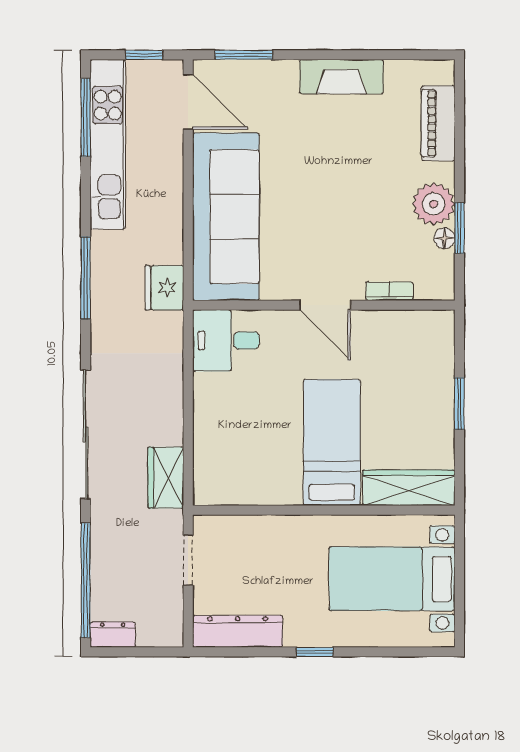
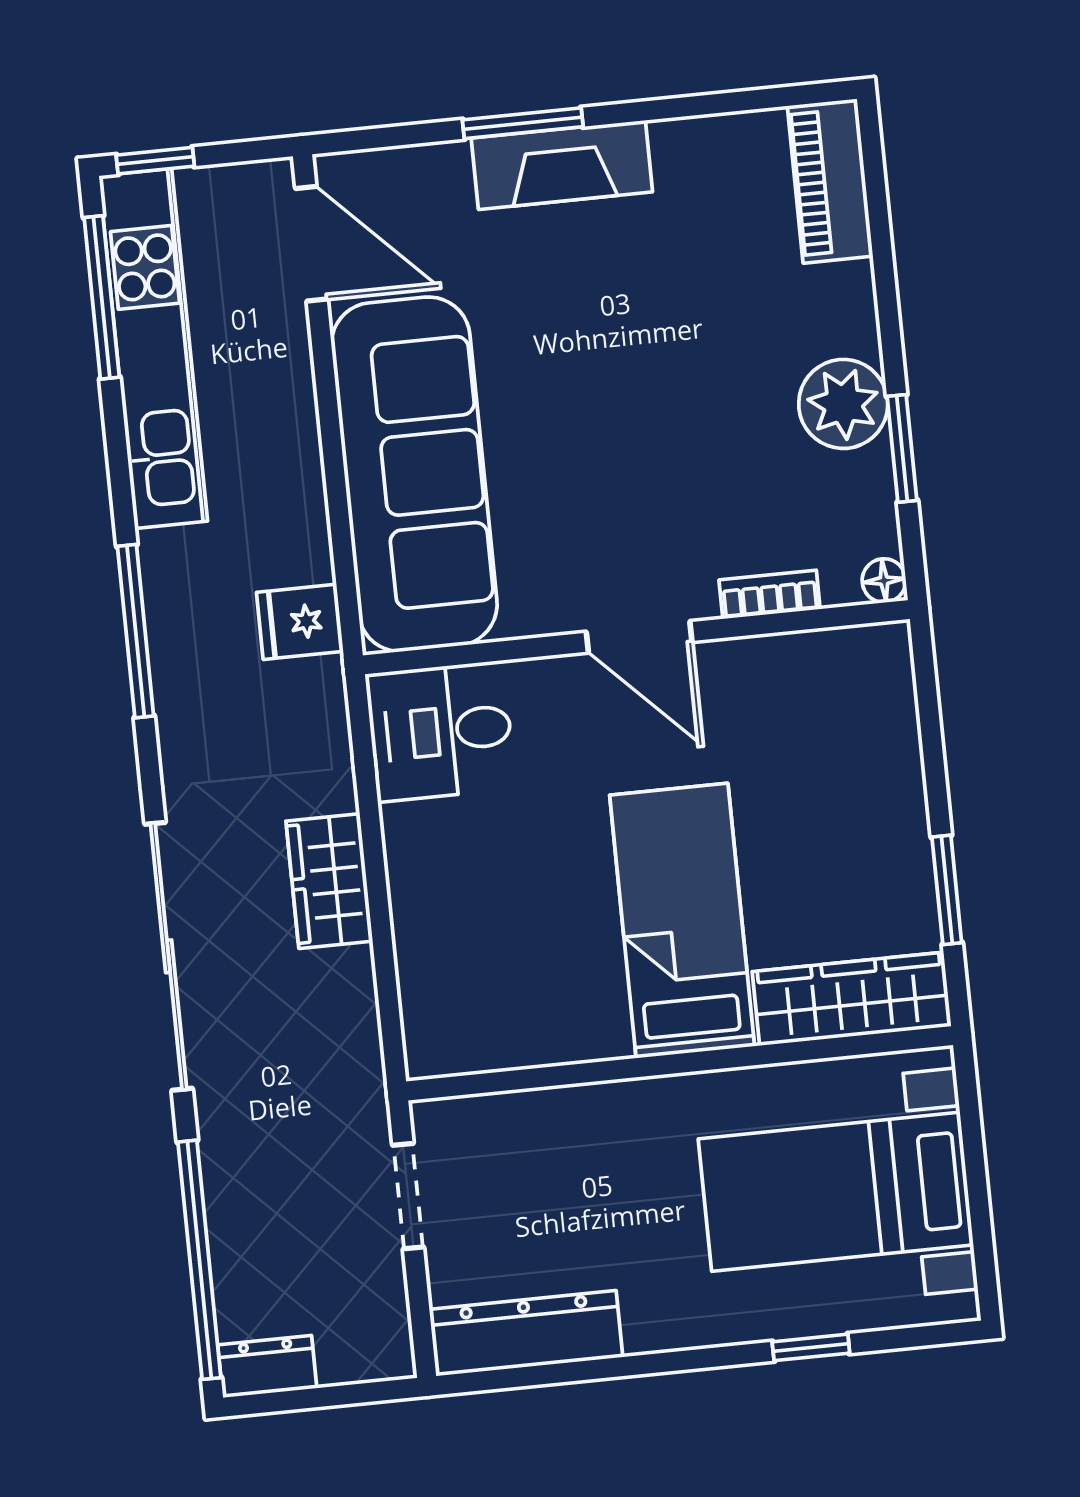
window: (144, 55) -> (155, 161), moved
window: (244, 55) -> (523, 123), moved
fireplace: (341, 77) -> (562, 165), moved
piano: (438, 123) -> (830, 182), moved
floor lamp: (444, 238) -> (884, 581), moved
fridge: (164, 288) -> (300, 622), width x0.72
window: (459, 404) -> (947, 890), moved
wardrobe: (166, 478) -> (329, 881), moved
window: (315, 652) -> (811, 1347), moved

